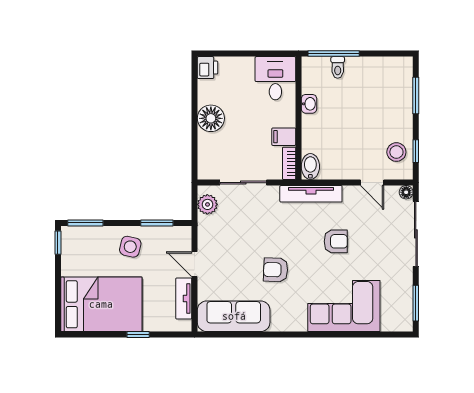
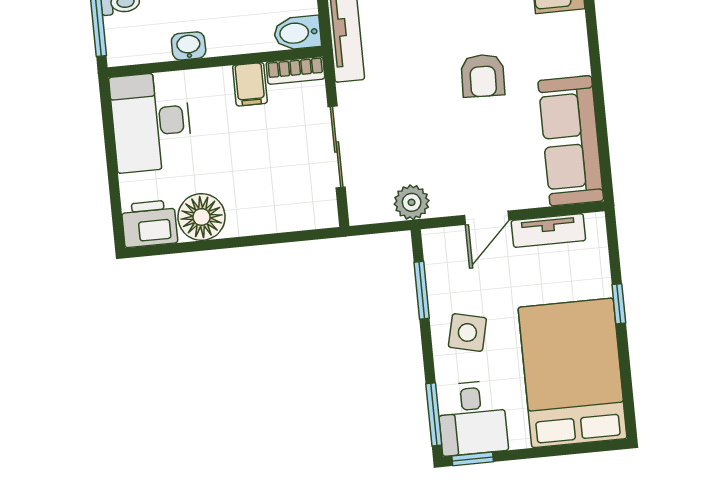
printer: (208, 68) -> (149, 224), width x1.36, depth x1.24
desk: (275, 78) -> (151, 122), width x1.37
floor lamp: (211, 118) -> (202, 217), moved
plant: (207, 204) -> (412, 202), moved
desk: (81, 245) -> (472, 418), added

